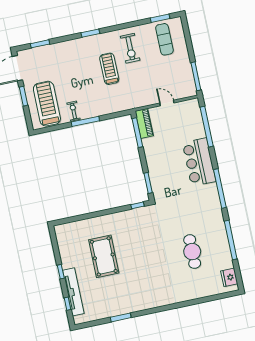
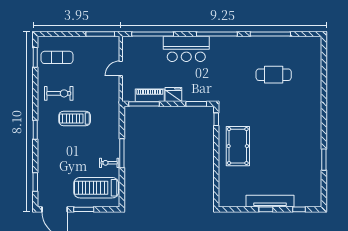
piano: (144, 123) -> (150, 95), moved
pool table: (104, 256) -> (238, 146), moved, turned 90
fridge: (229, 277) -> (173, 95), moved, turned 180
tv unit: (73, 292) -> (270, 201), moved

